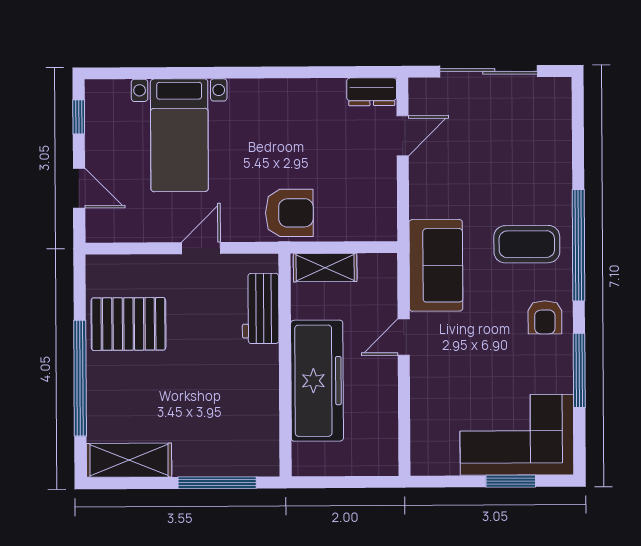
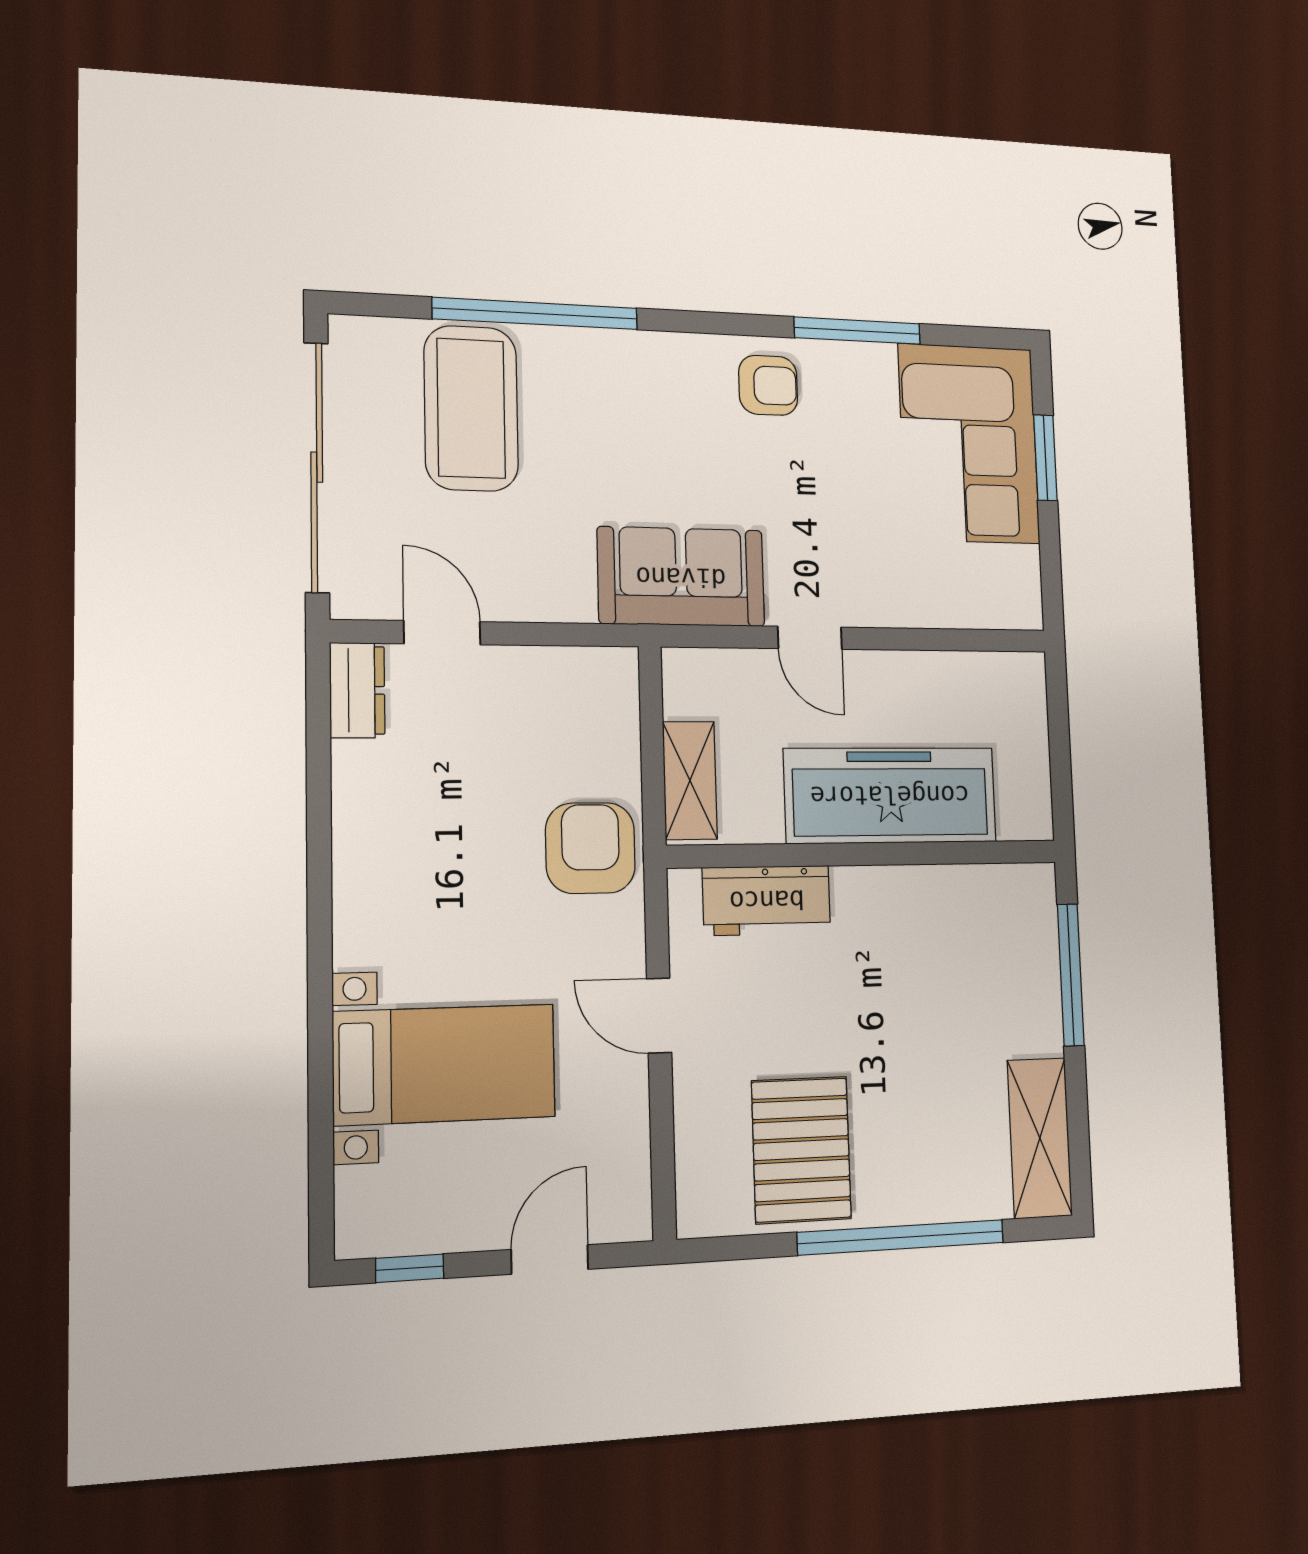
sliding door: (489, 71) -> (317, 467), width x1.36
coffee table: (527, 244) -> (471, 408), moved, width x1.36, depth x1.32
window: (578, 245) -> (536, 314), moved

